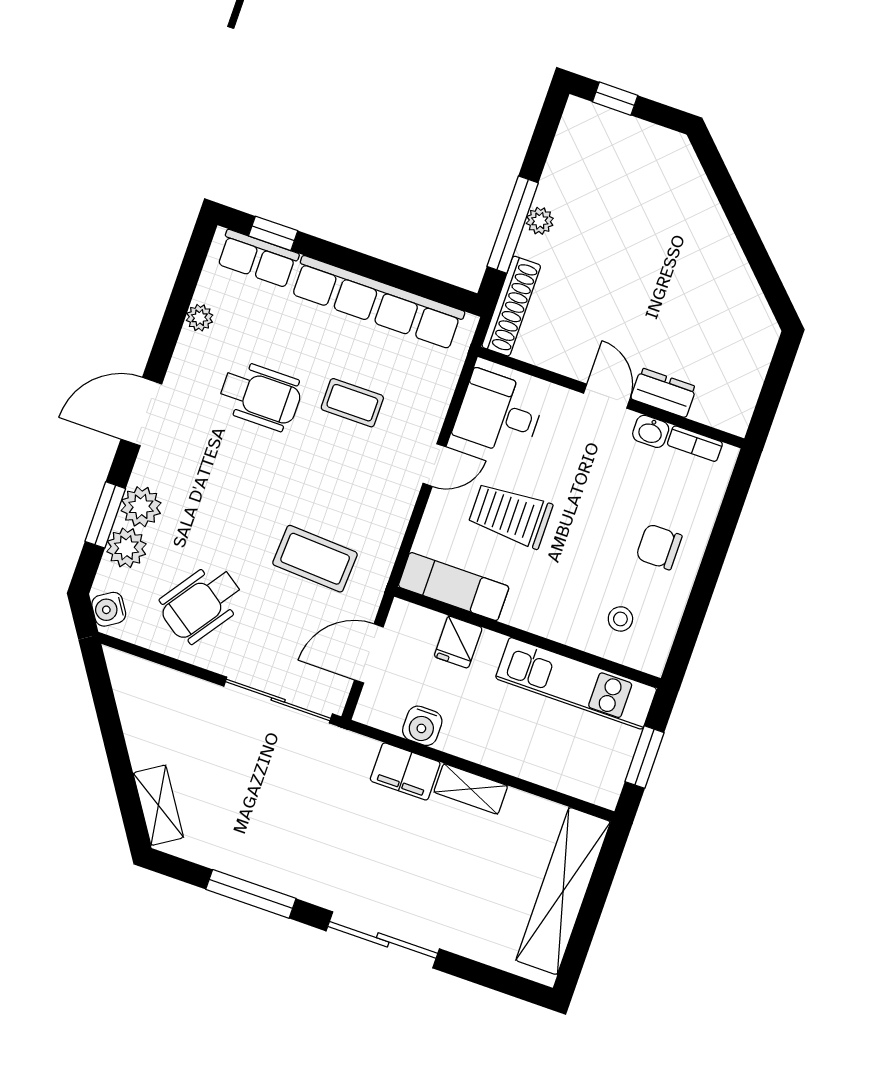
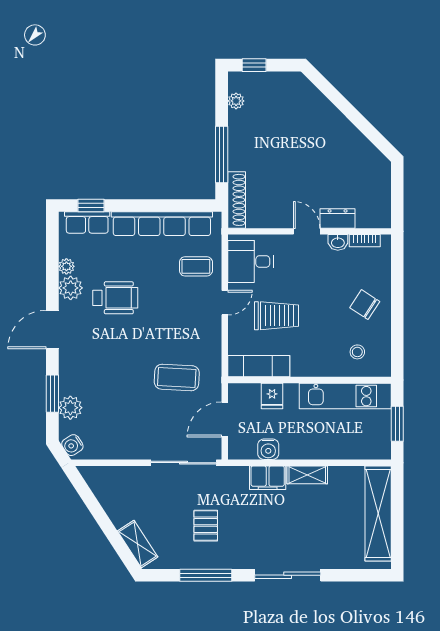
plant: (540, 221) -> (236, 101), moved
coffee table: (352, 403) -> (196, 266), moved
plant: (141, 507) -> (71, 288), moved
trolley: (510, 515) -> (276, 316), turned 180
chair: (659, 547) -> (365, 305), turned 33
wheelchair: (201, 603) -> (123, 424), removed
pallet: (278, 814) -> (206, 526), added

